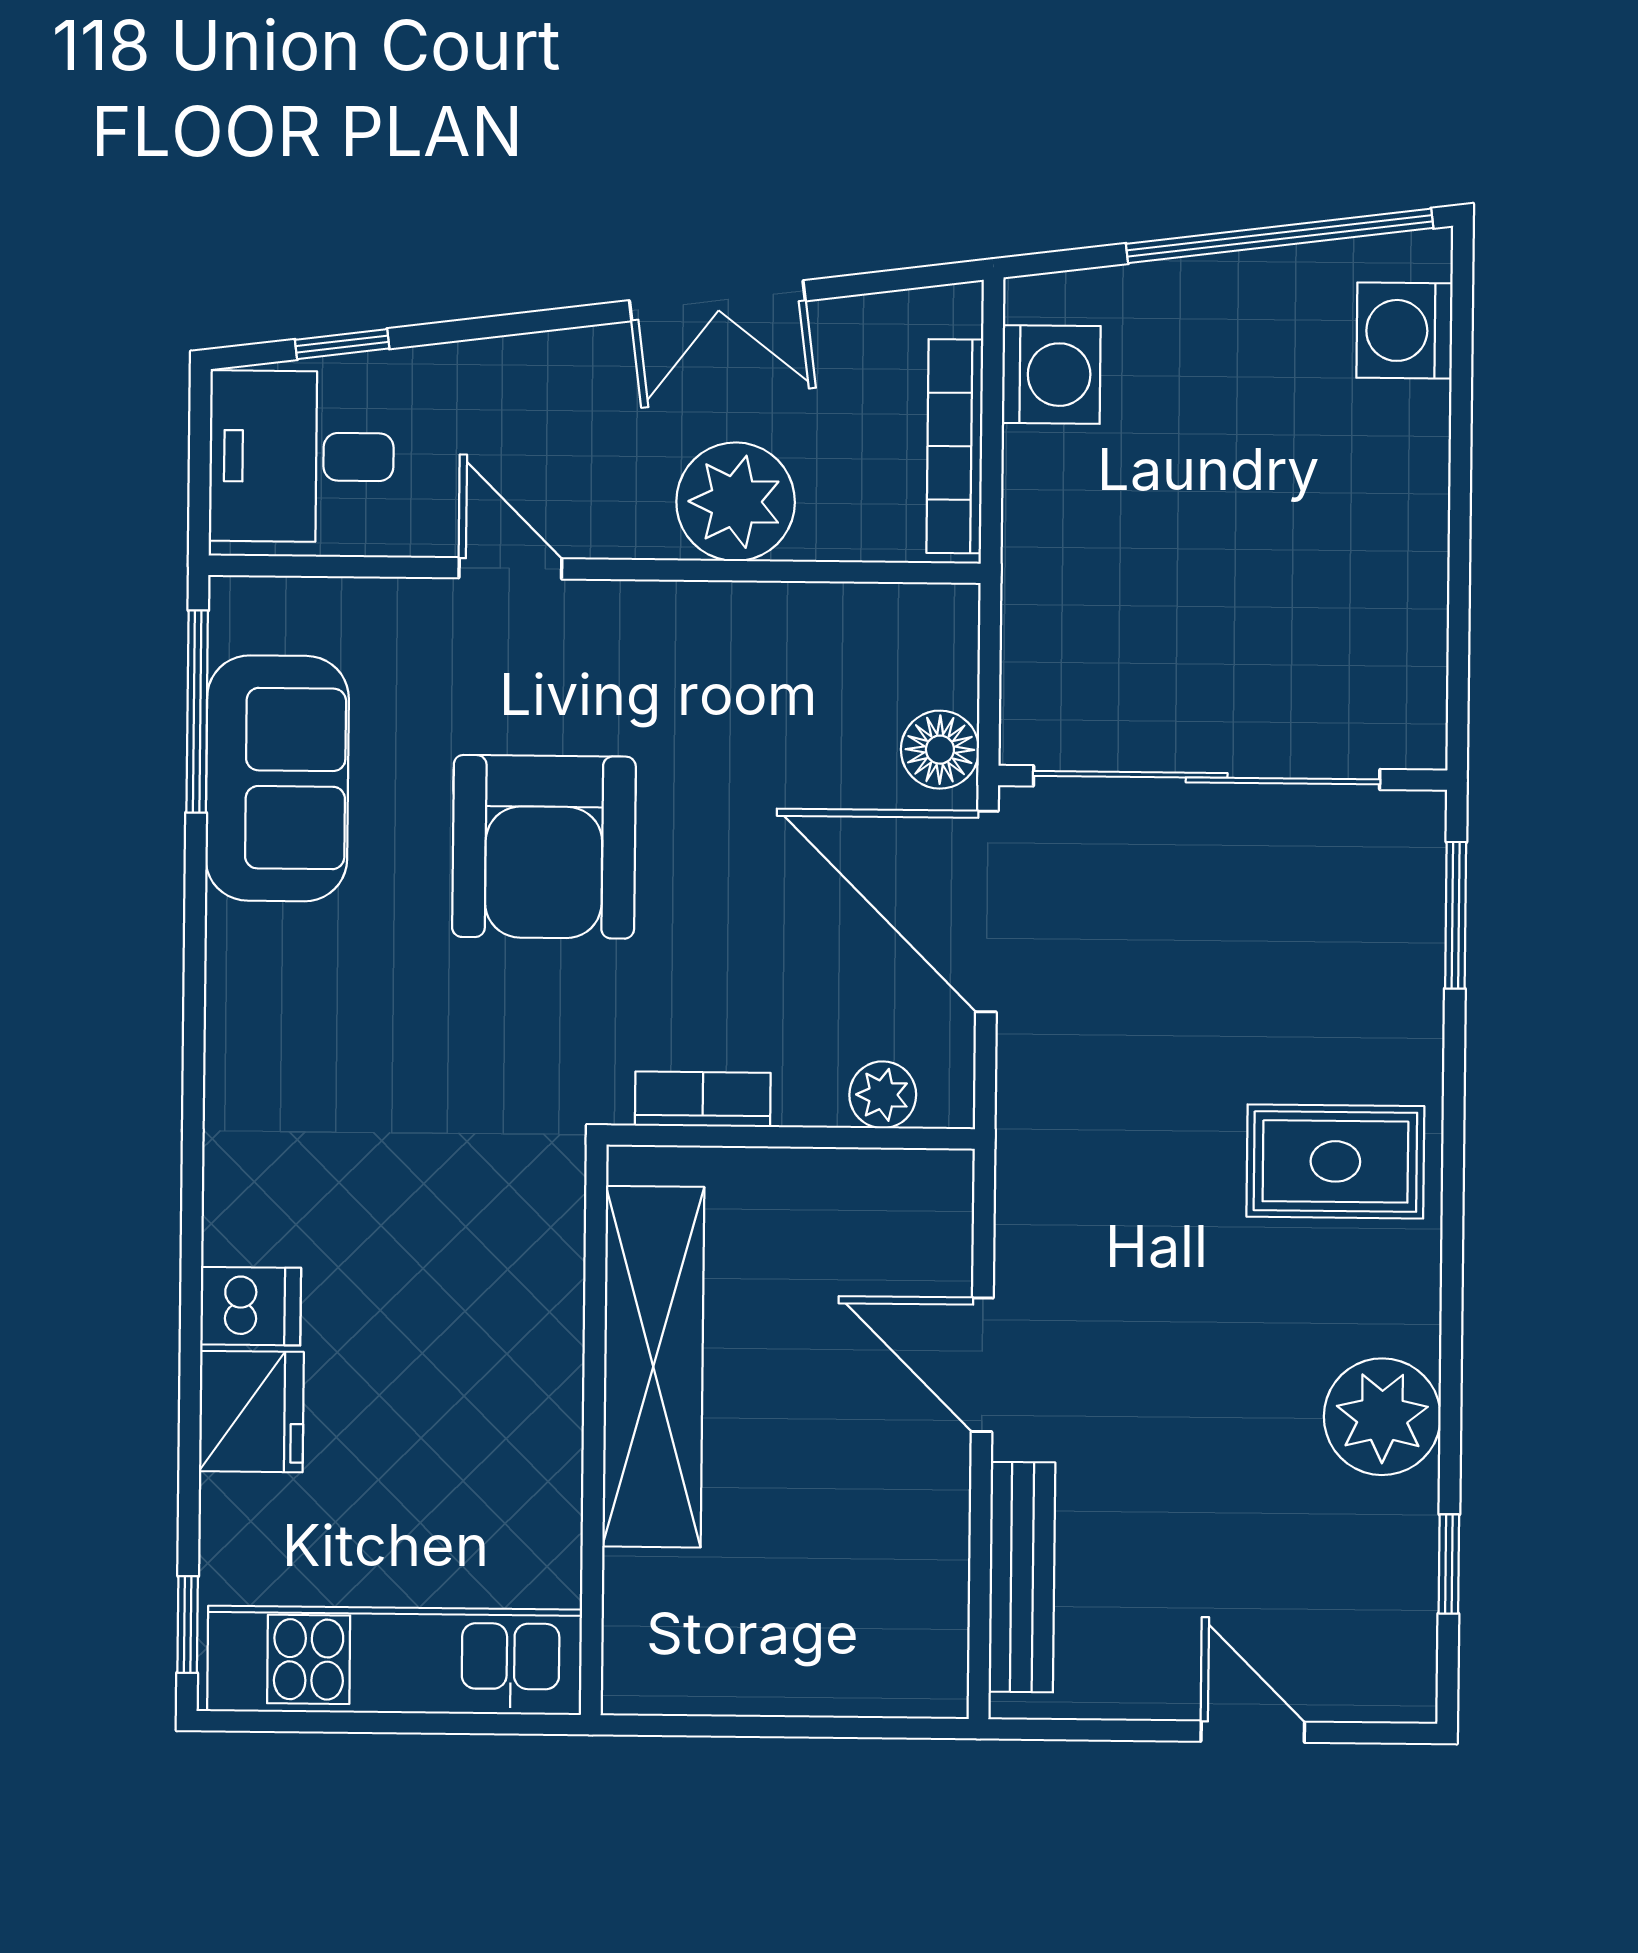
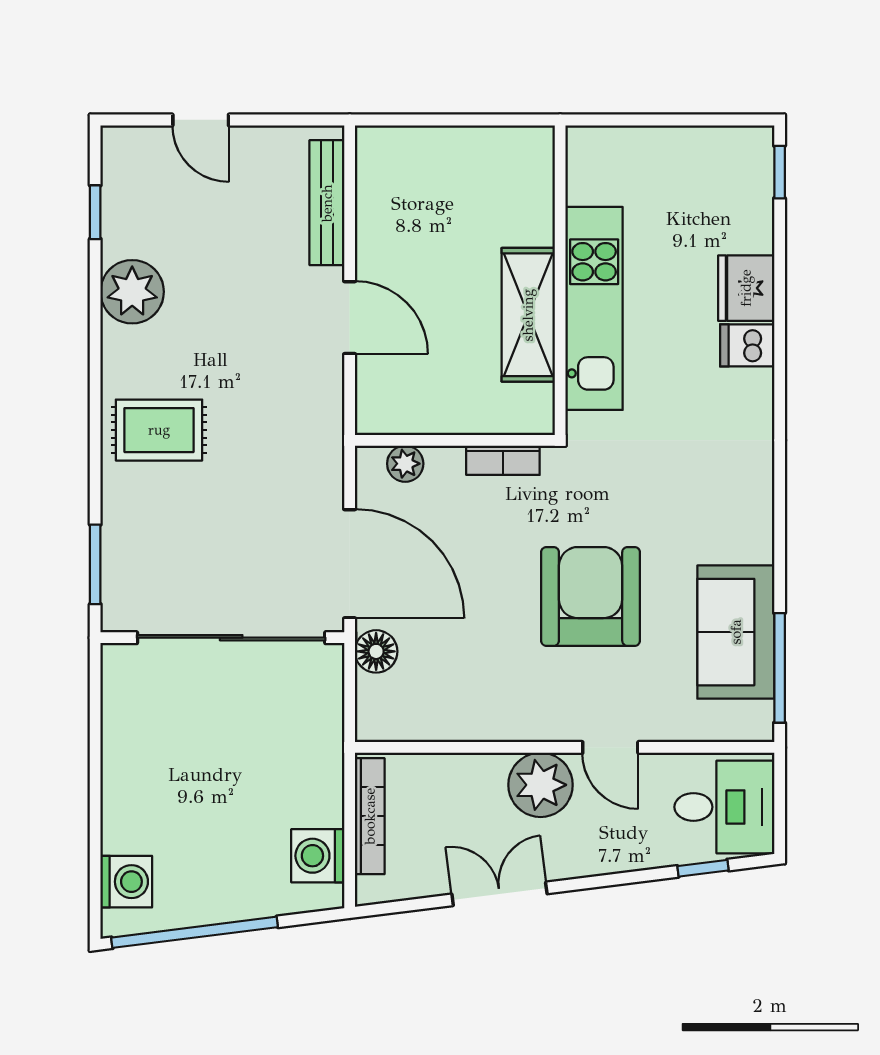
plant: (736, 502) -> (541, 785), moved
shelving: (653, 1367) -> (528, 315), width x0.68
kitchen unit: (395, 1660) -> (594, 308), moved, turned -90

